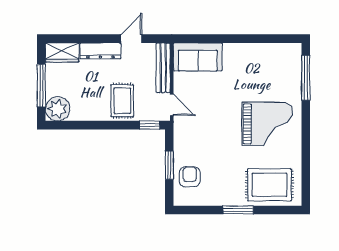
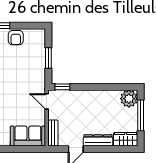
bench: (163, 68) -> (53, 133), width x0.73
rug: (122, 101) -> (82, 104), removed
armchair: (190, 177) -> (16, 38), moved

